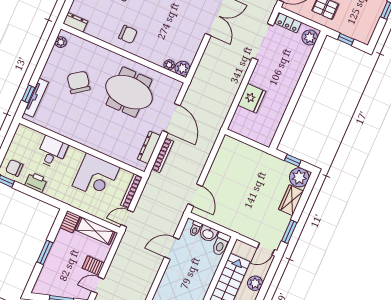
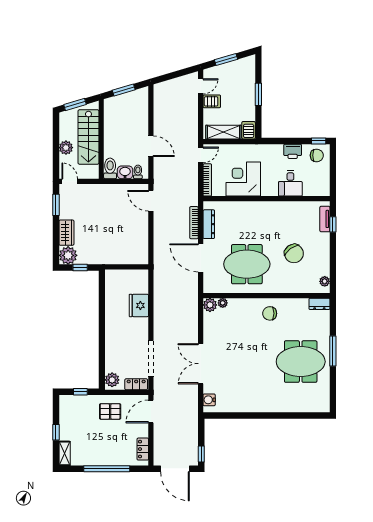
tv unit: (36, 98) -> (325, 219), width x0.71
door: (172, 248) -> (151, 146), hinge flipped
door: (266, 249) -> (70, 181), hinge flipped

